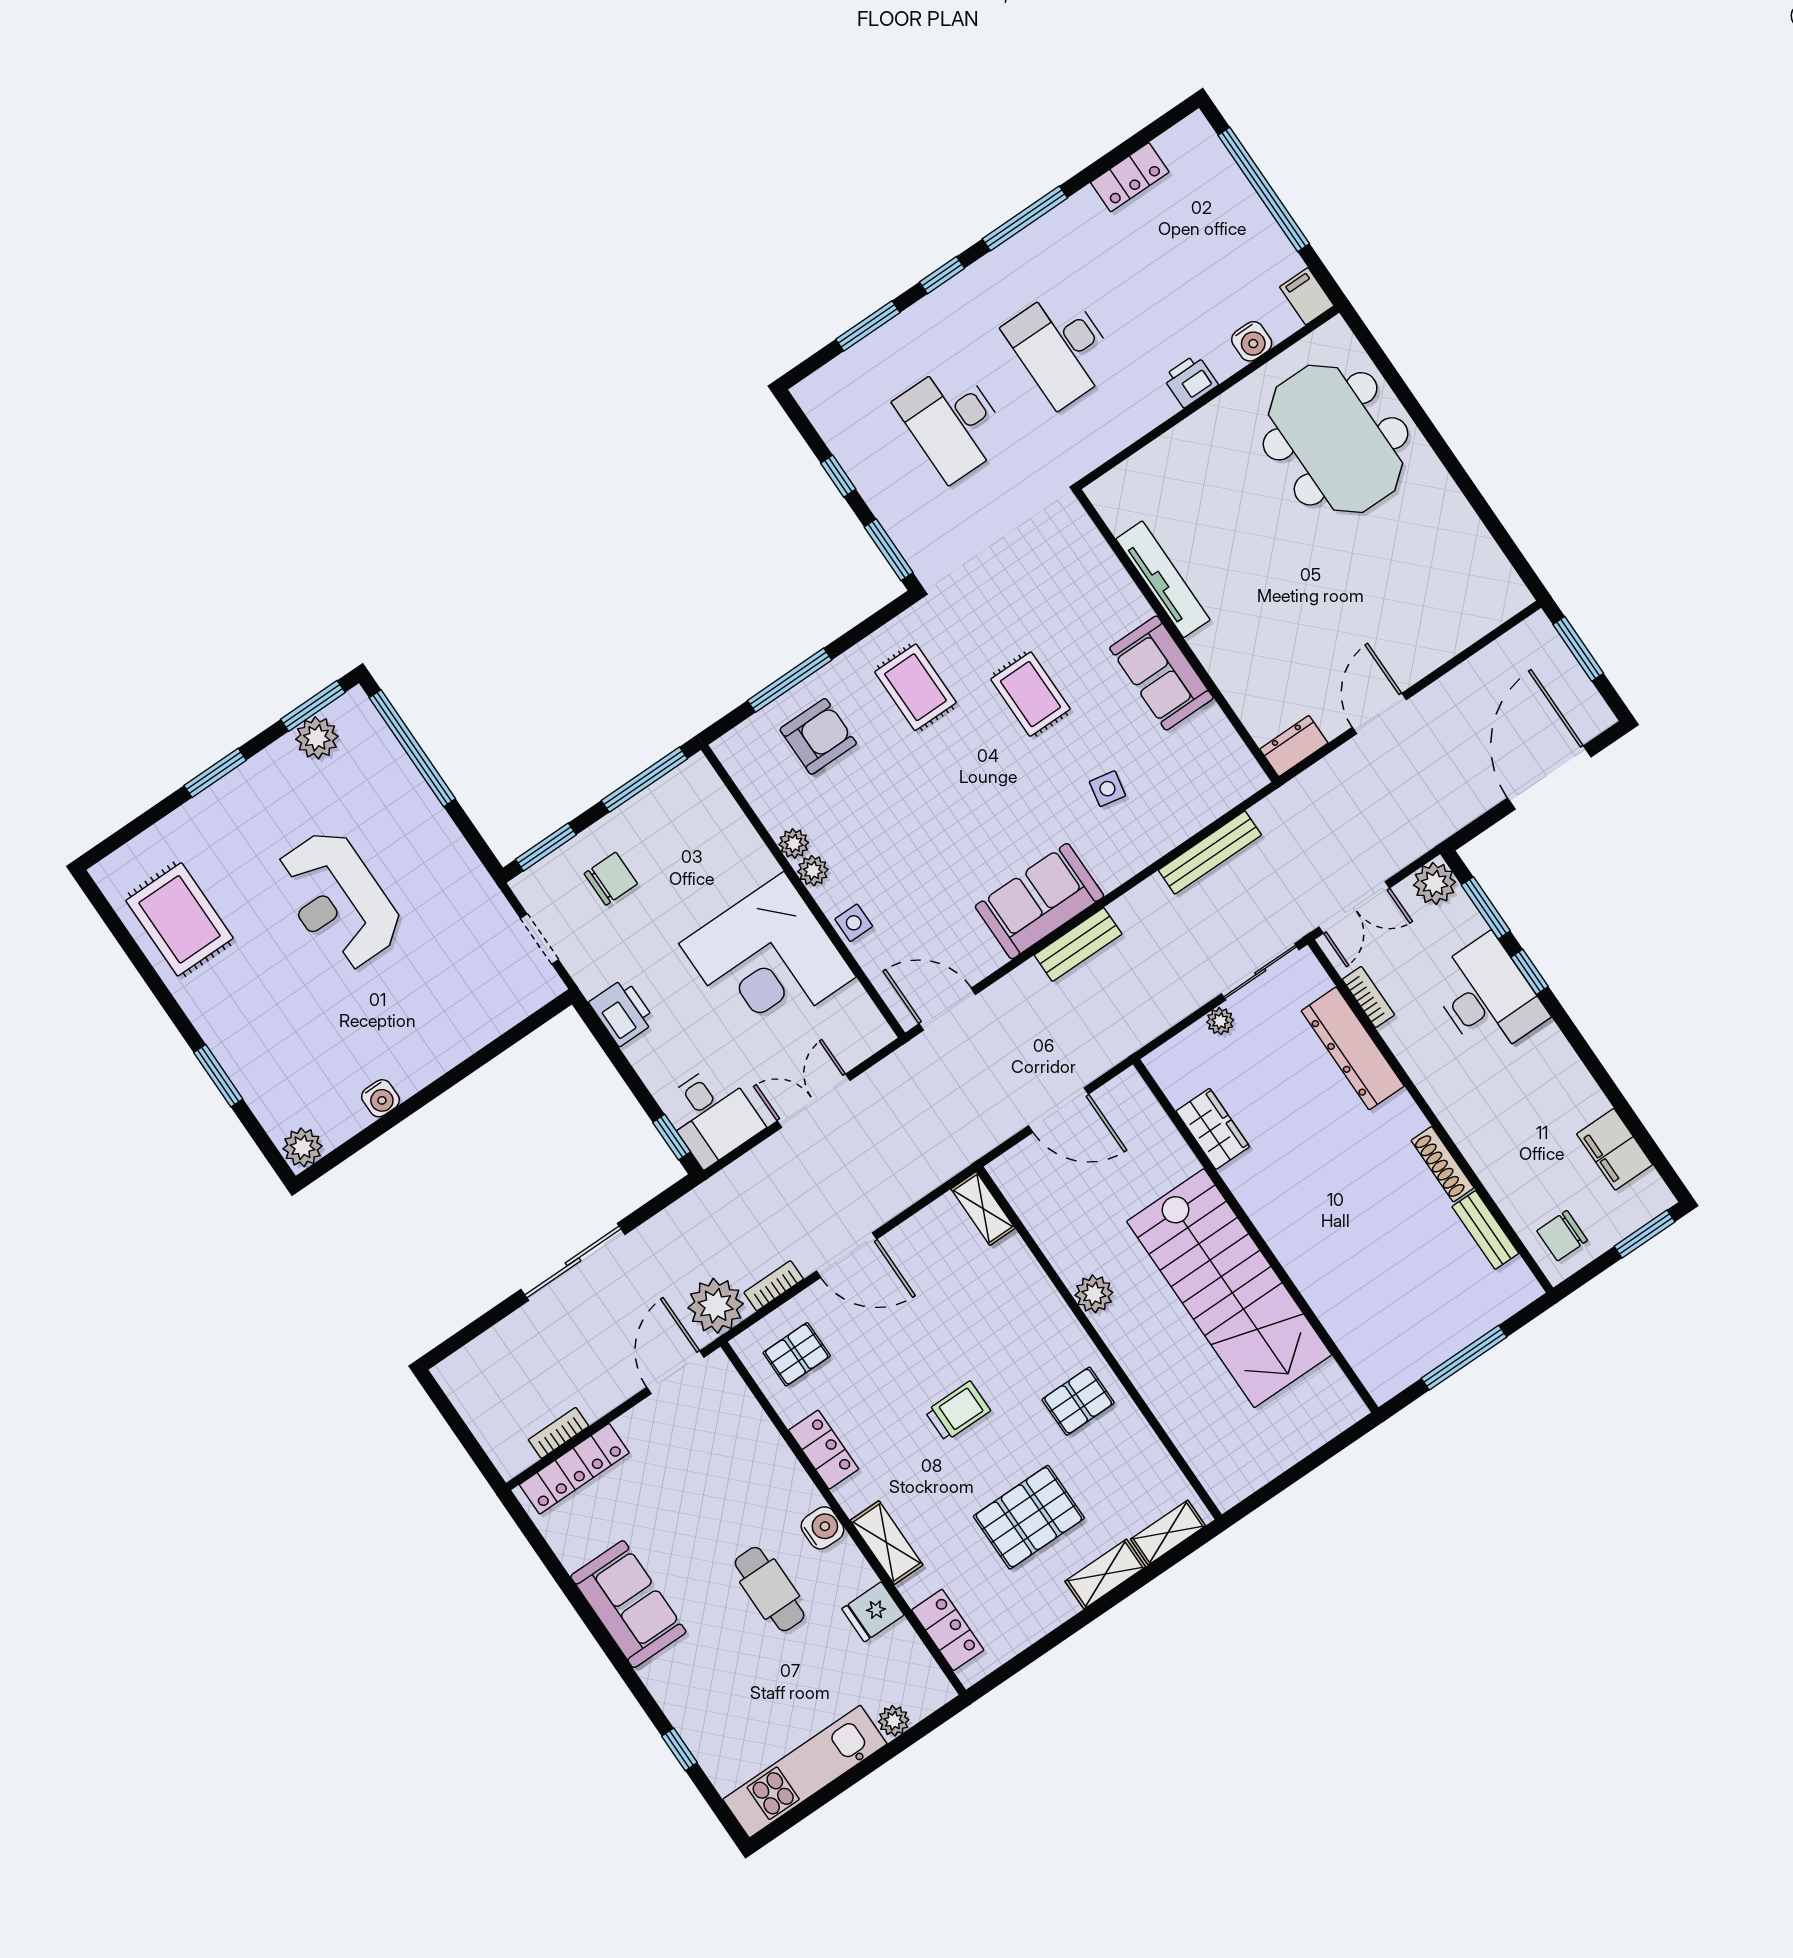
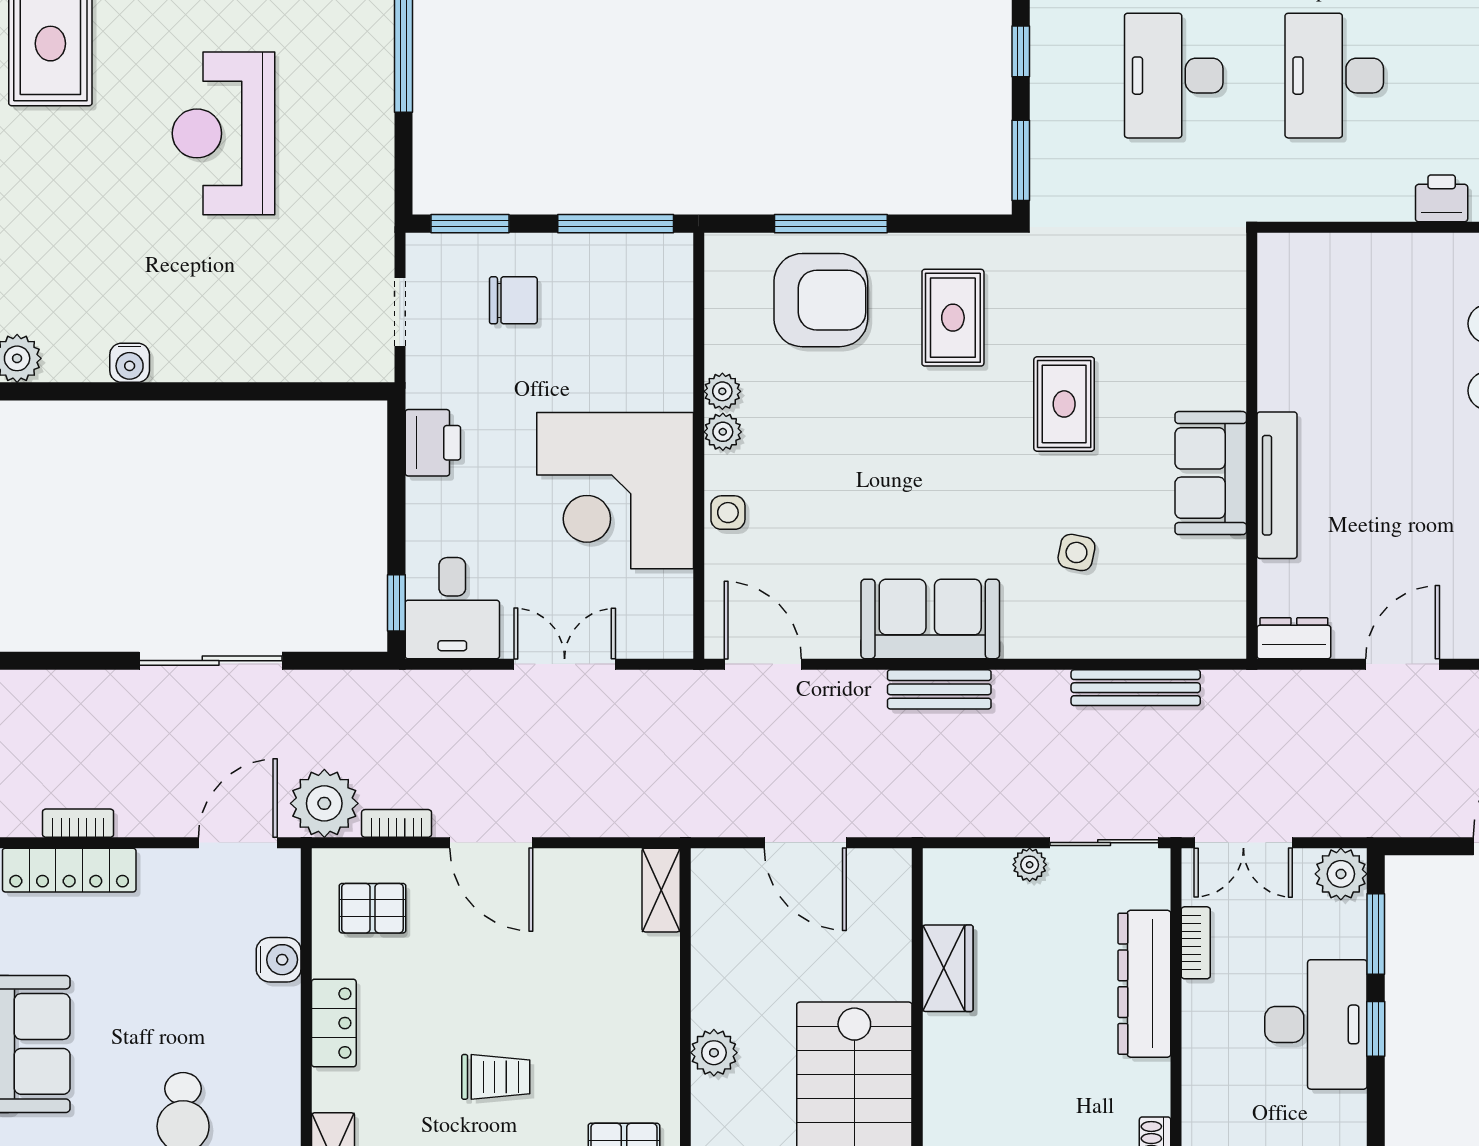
tv unit: (1163, 579) -> (1277, 485), moved
armchair: (818, 736) -> (821, 300), width x1.36, depth x1.36
water cooler: (822, 1528) -> (279, 960), moved

